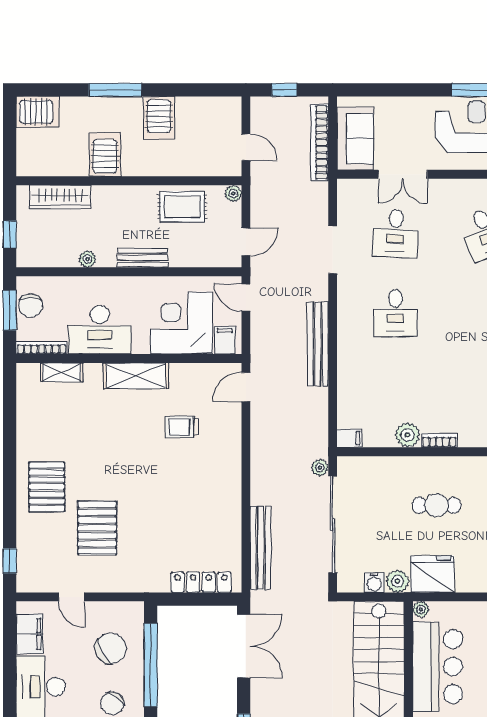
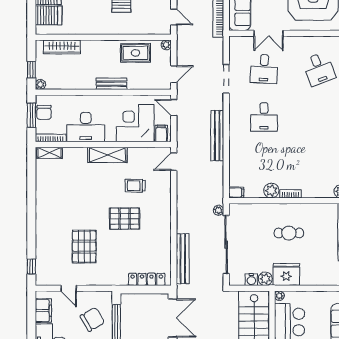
server rack: (105, 155) -> (49, 15), moved, turned 90
plant: (87, 259) -> (40, 84), moved
shelving: (62, 372) -> (49, 153), moved
pallet: (47, 487) -> (125, 219), moved, turned 90

